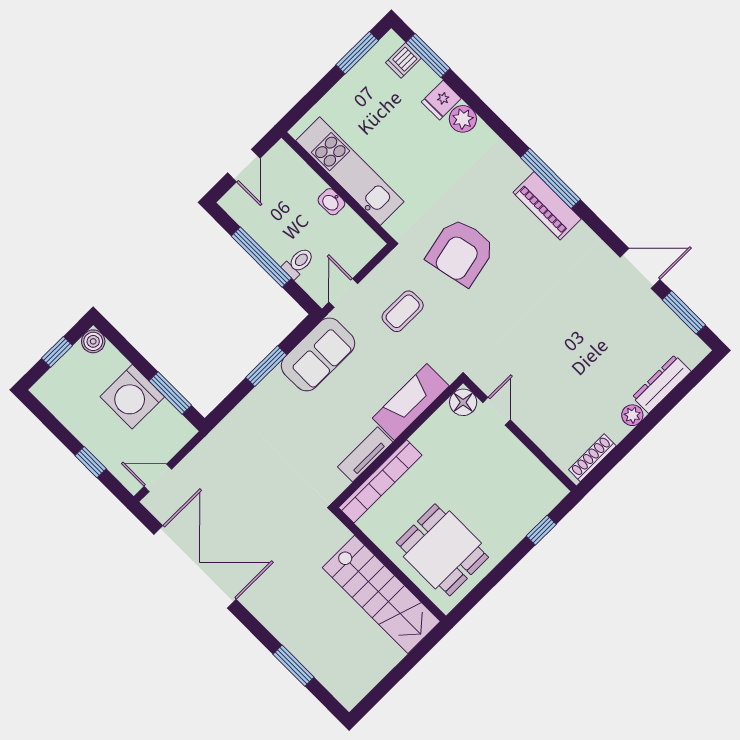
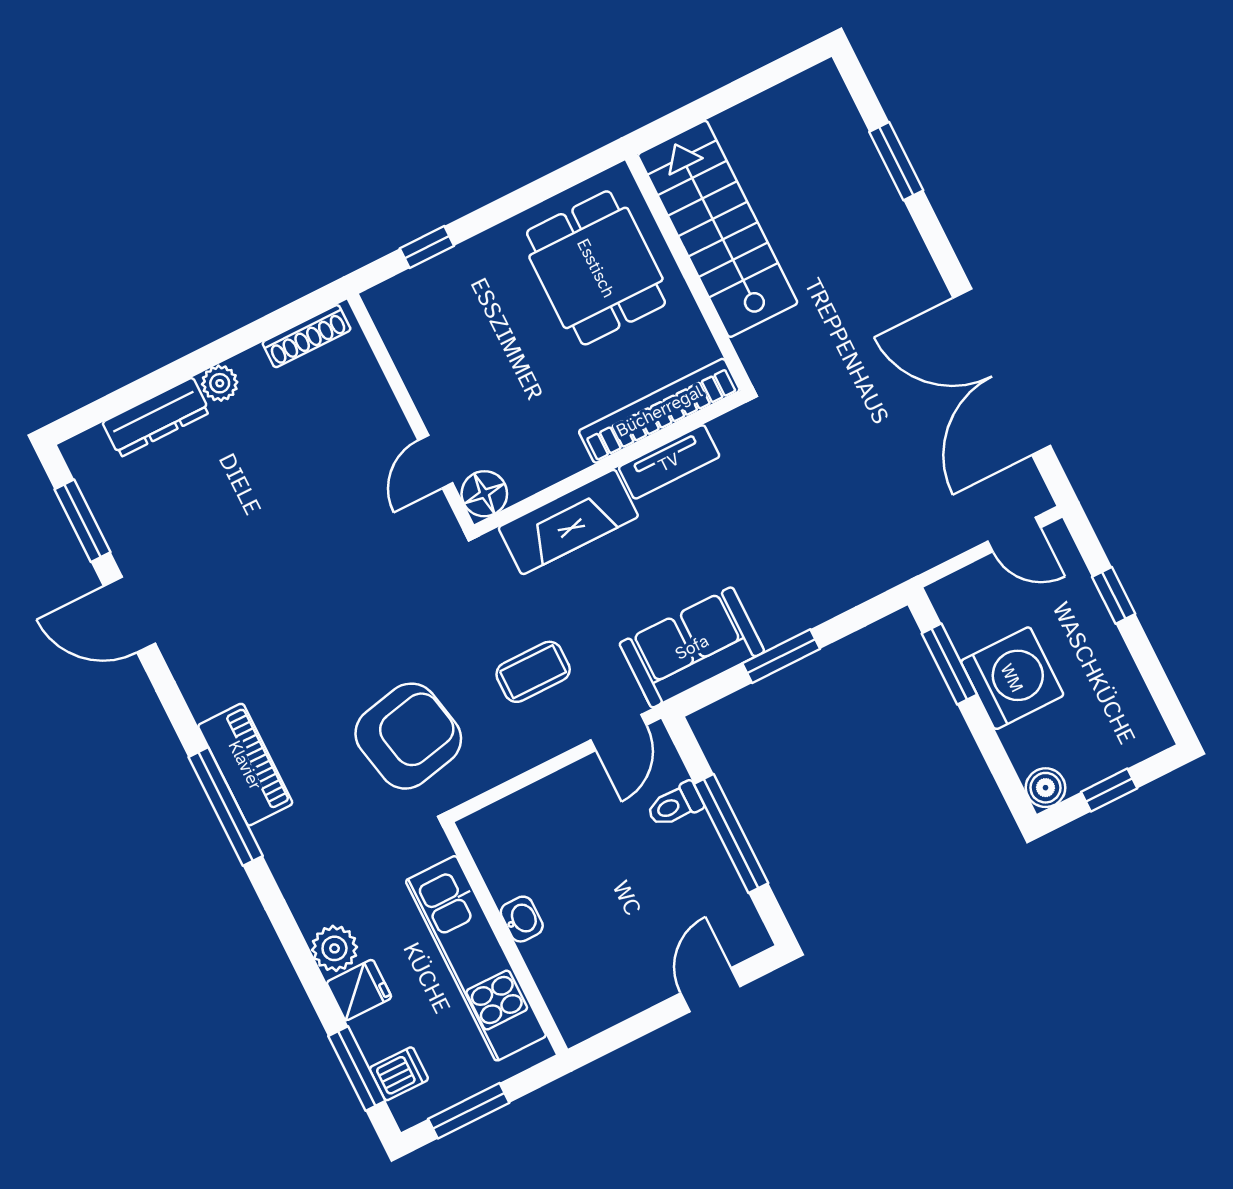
kitchen unit: (350, 171) -> (476, 958), moved
wall: (337, 188) -> (505, 938), moved
washbasin: (331, 202) -> (522, 919), moved

